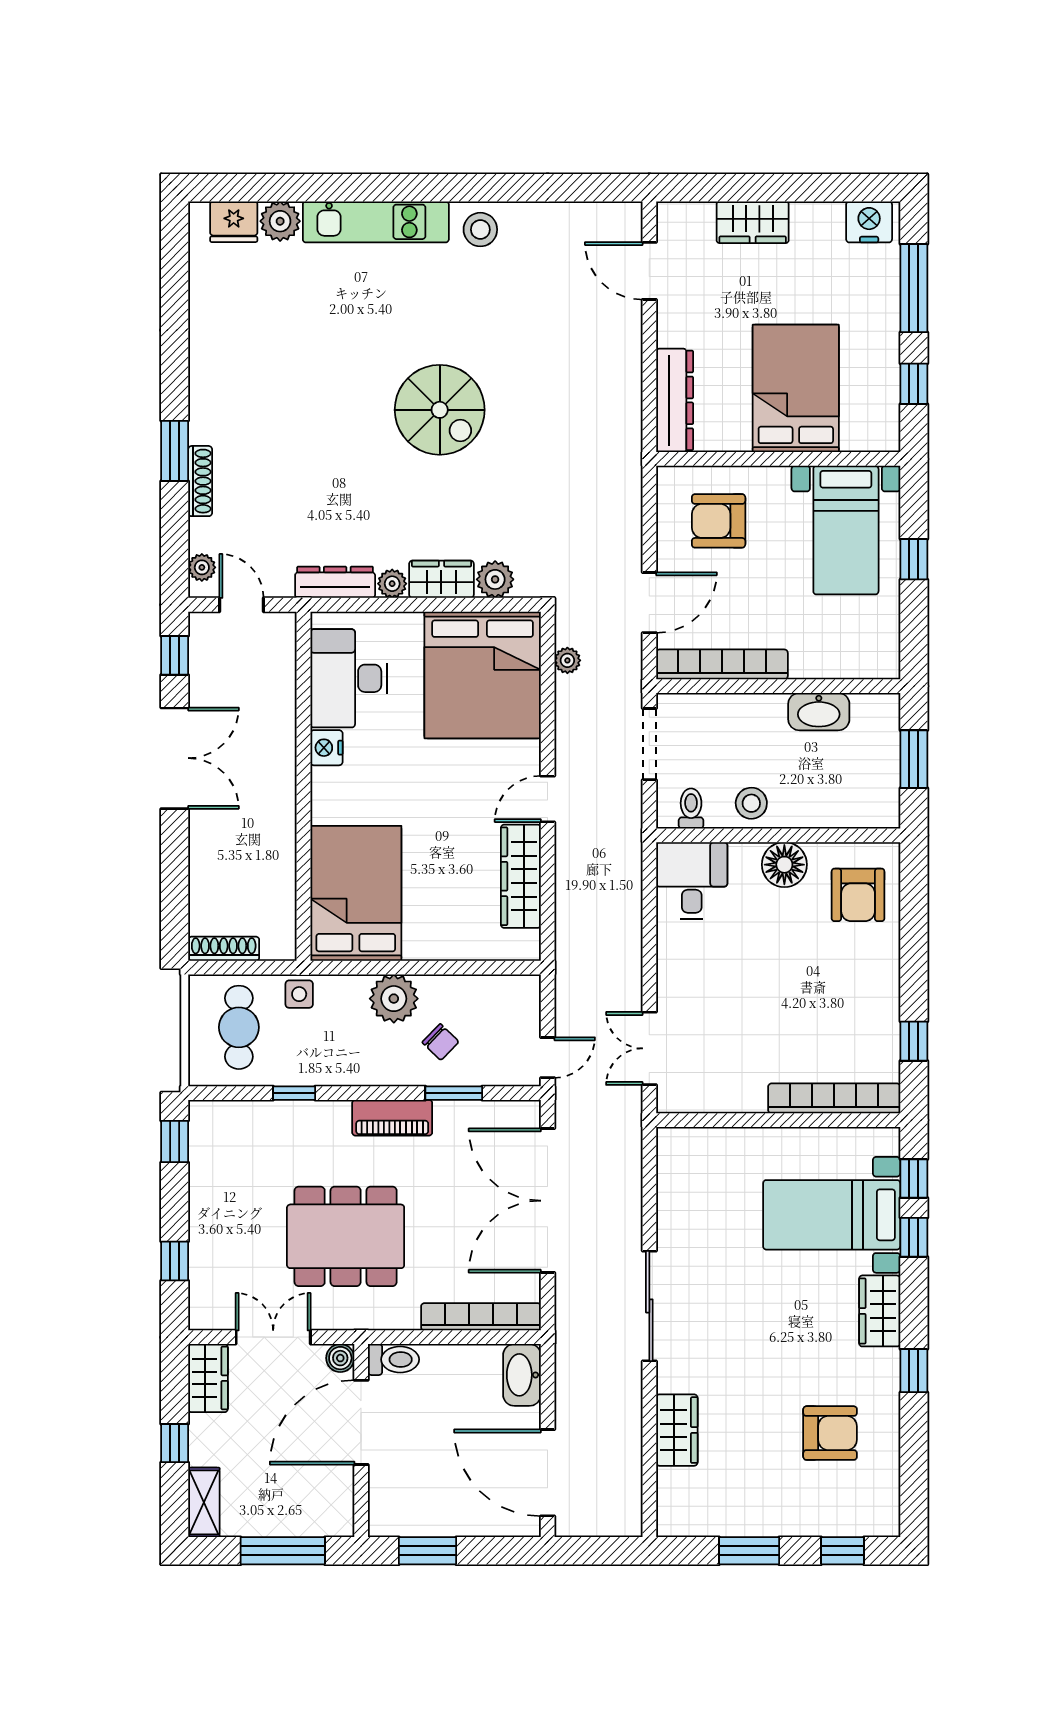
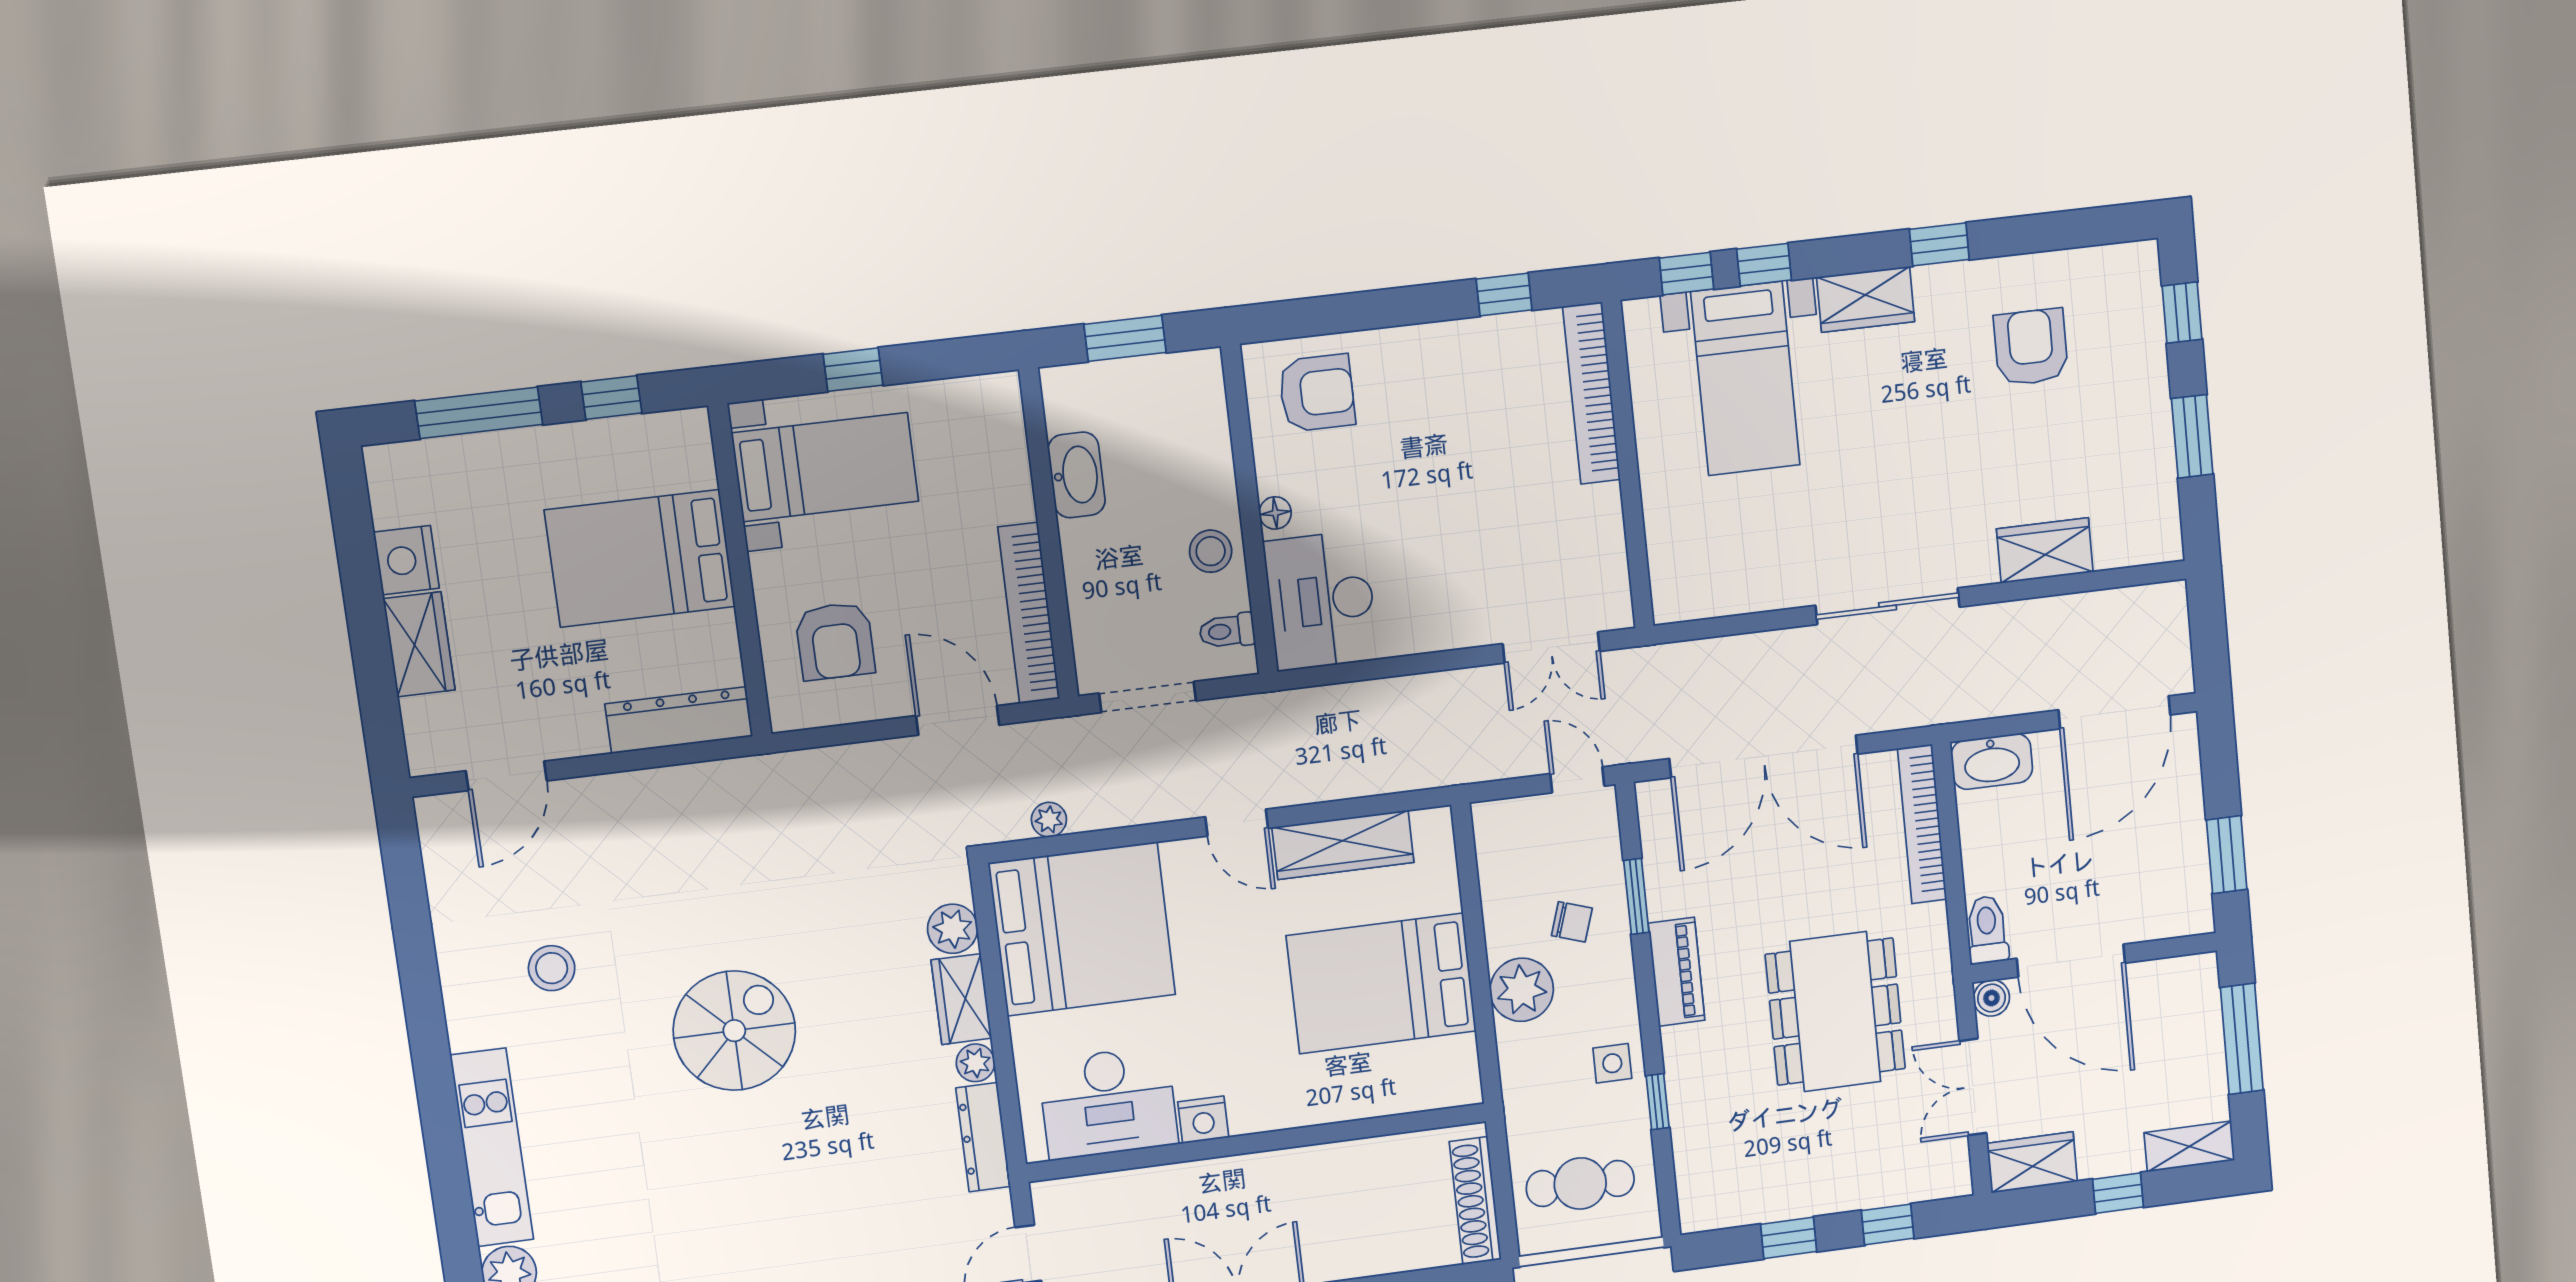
nightstand: (869, 222) -> (406, 560), moved
stool: (480, 230) -> (552, 968), moved
floor lamp: (784, 865) -> (1275, 513), width x0.53, depth x0.53
desk: (692, 881) -> (1321, 601), width x1.37
bed: (356, 893) -> (1381, 983), moved
shoe rack: (224, 949) -> (1475, 1201), width x1.36, depth x1.24
side table: (299, 994) -> (1612, 1063), moved
chair: (441, 1042) -> (1572, 922), turned 64
window: (175, 1141) -> (1789, 1238), moved

